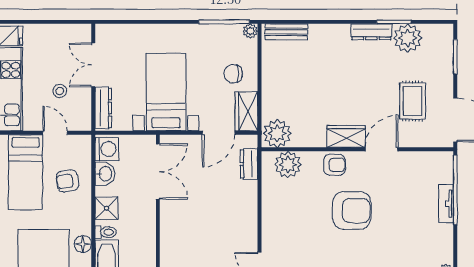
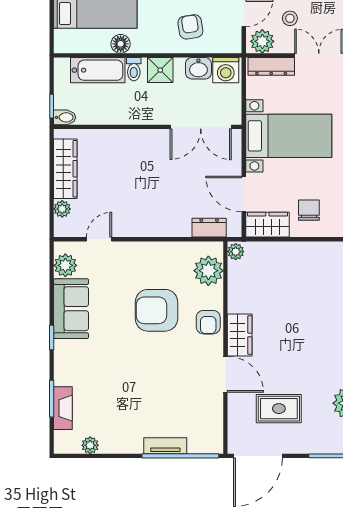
plant: (81, 116) -> (262, 41), added
plant: (277, 133) -> (236, 252), width x0.53, depth x0.53
armchair: (352, 210) -> (156, 310), moved, turned 90

